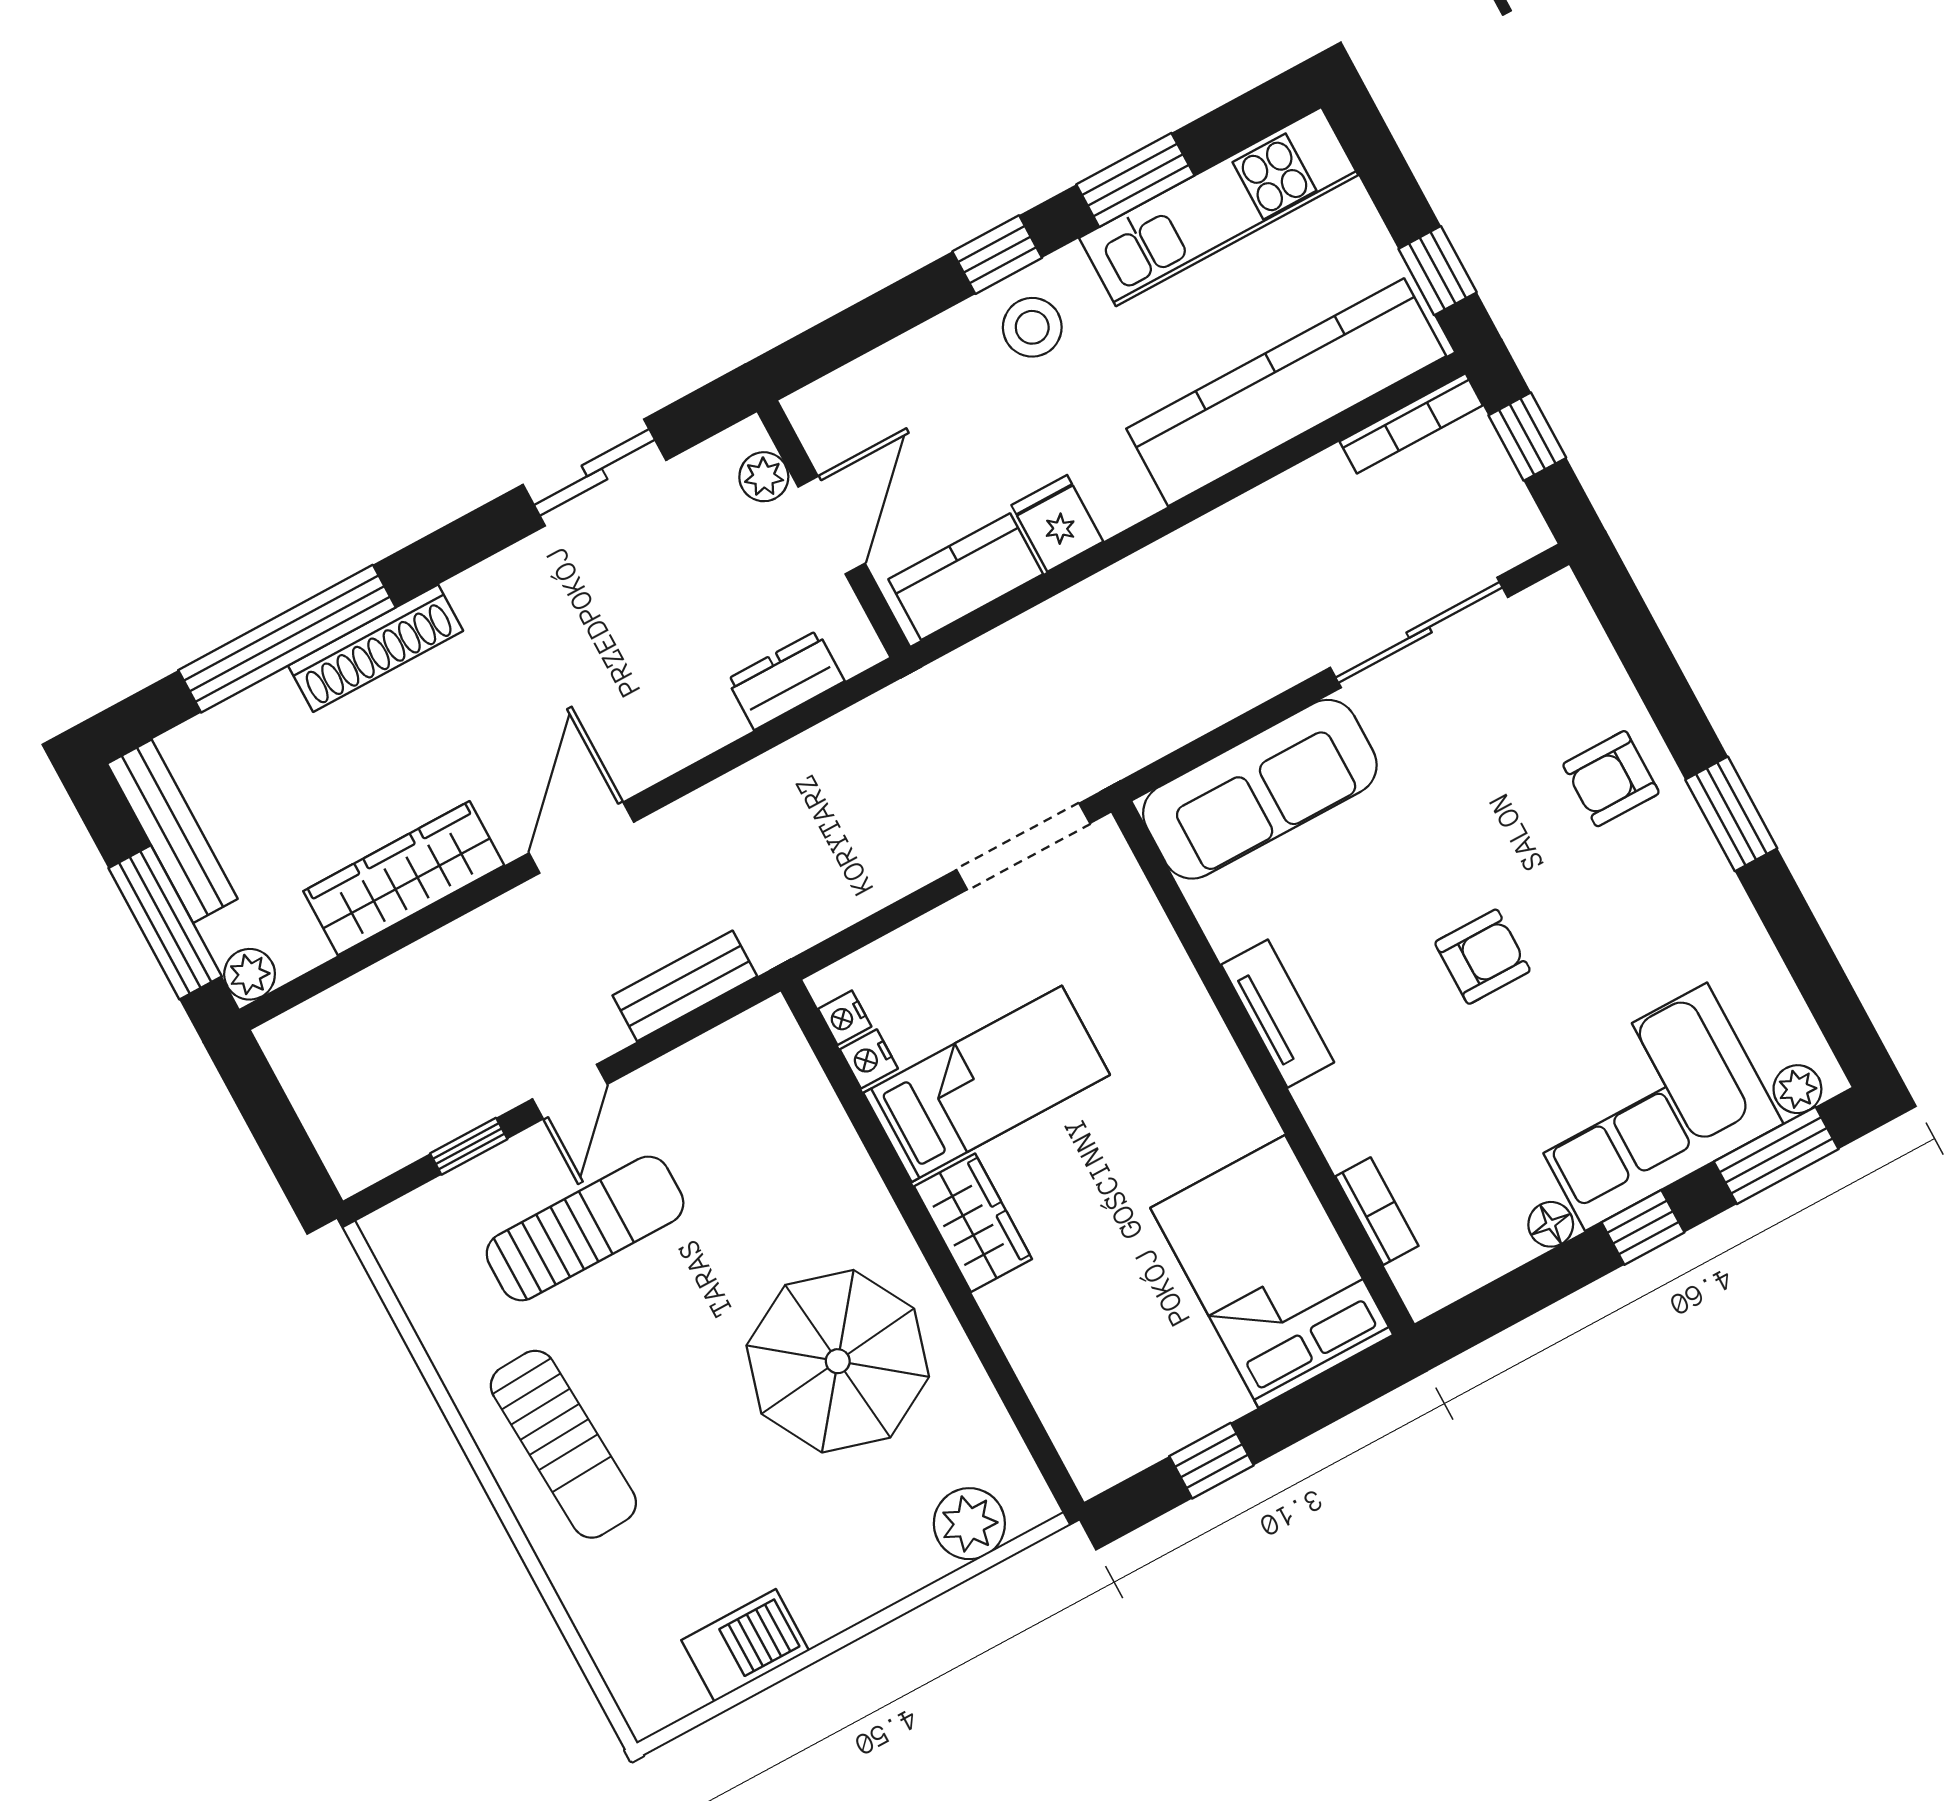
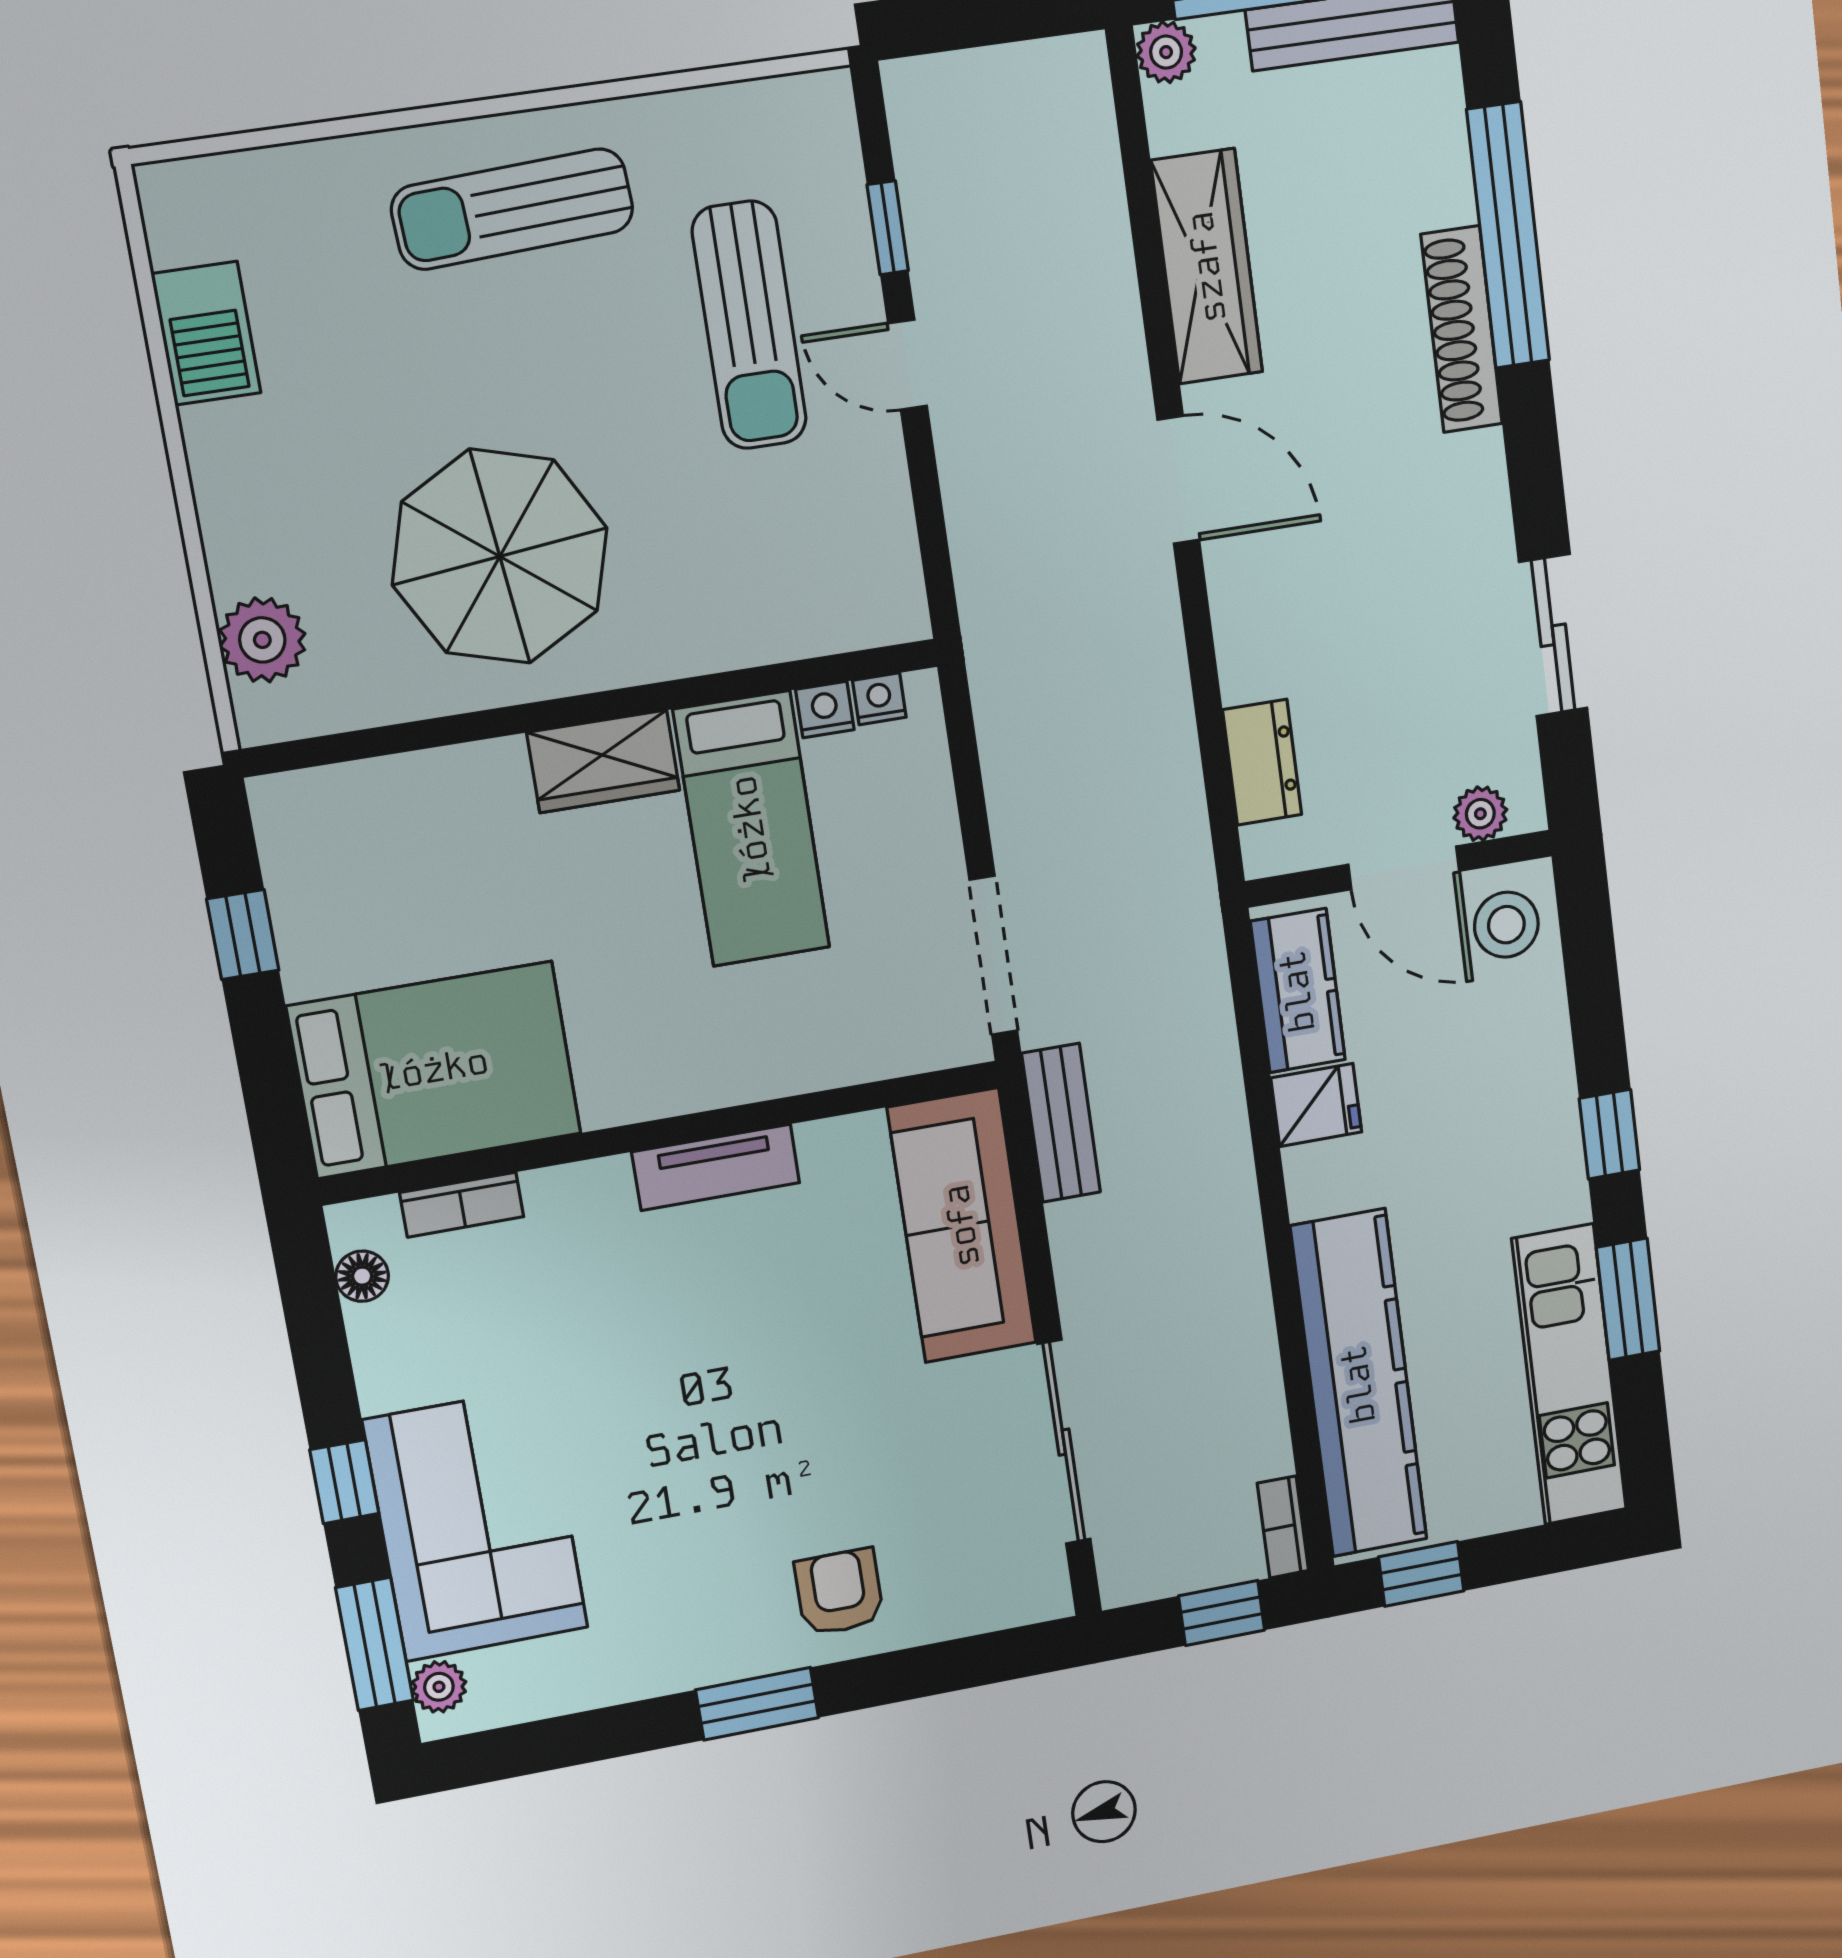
stool: (1032, 327) -> (1506, 925), moved
bookcase: (1411, 423) -> (1283, 1527), width x0.64
armchair: (1482, 957) -> (699, 1402), removed
bench: (685, 986) -> (1061, 1123), moved
floor lamp: (1551, 1224) -> (362, 1276), moved

